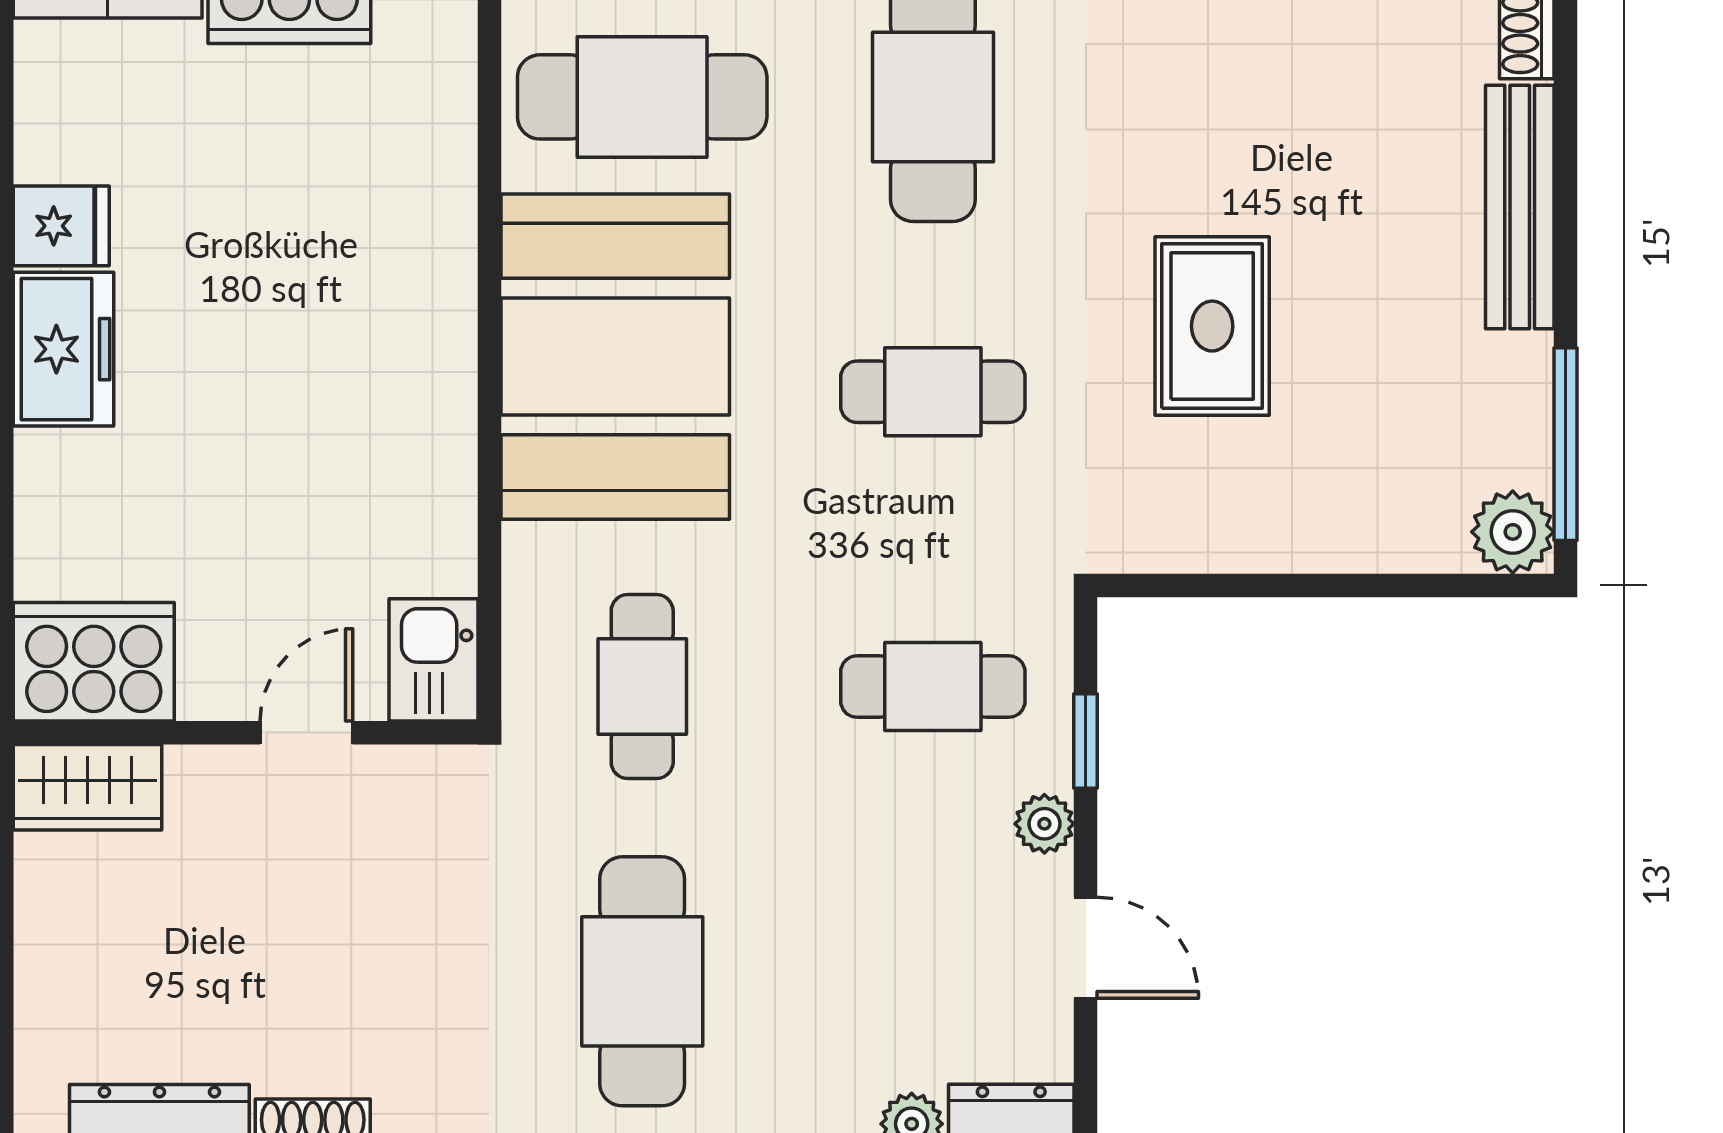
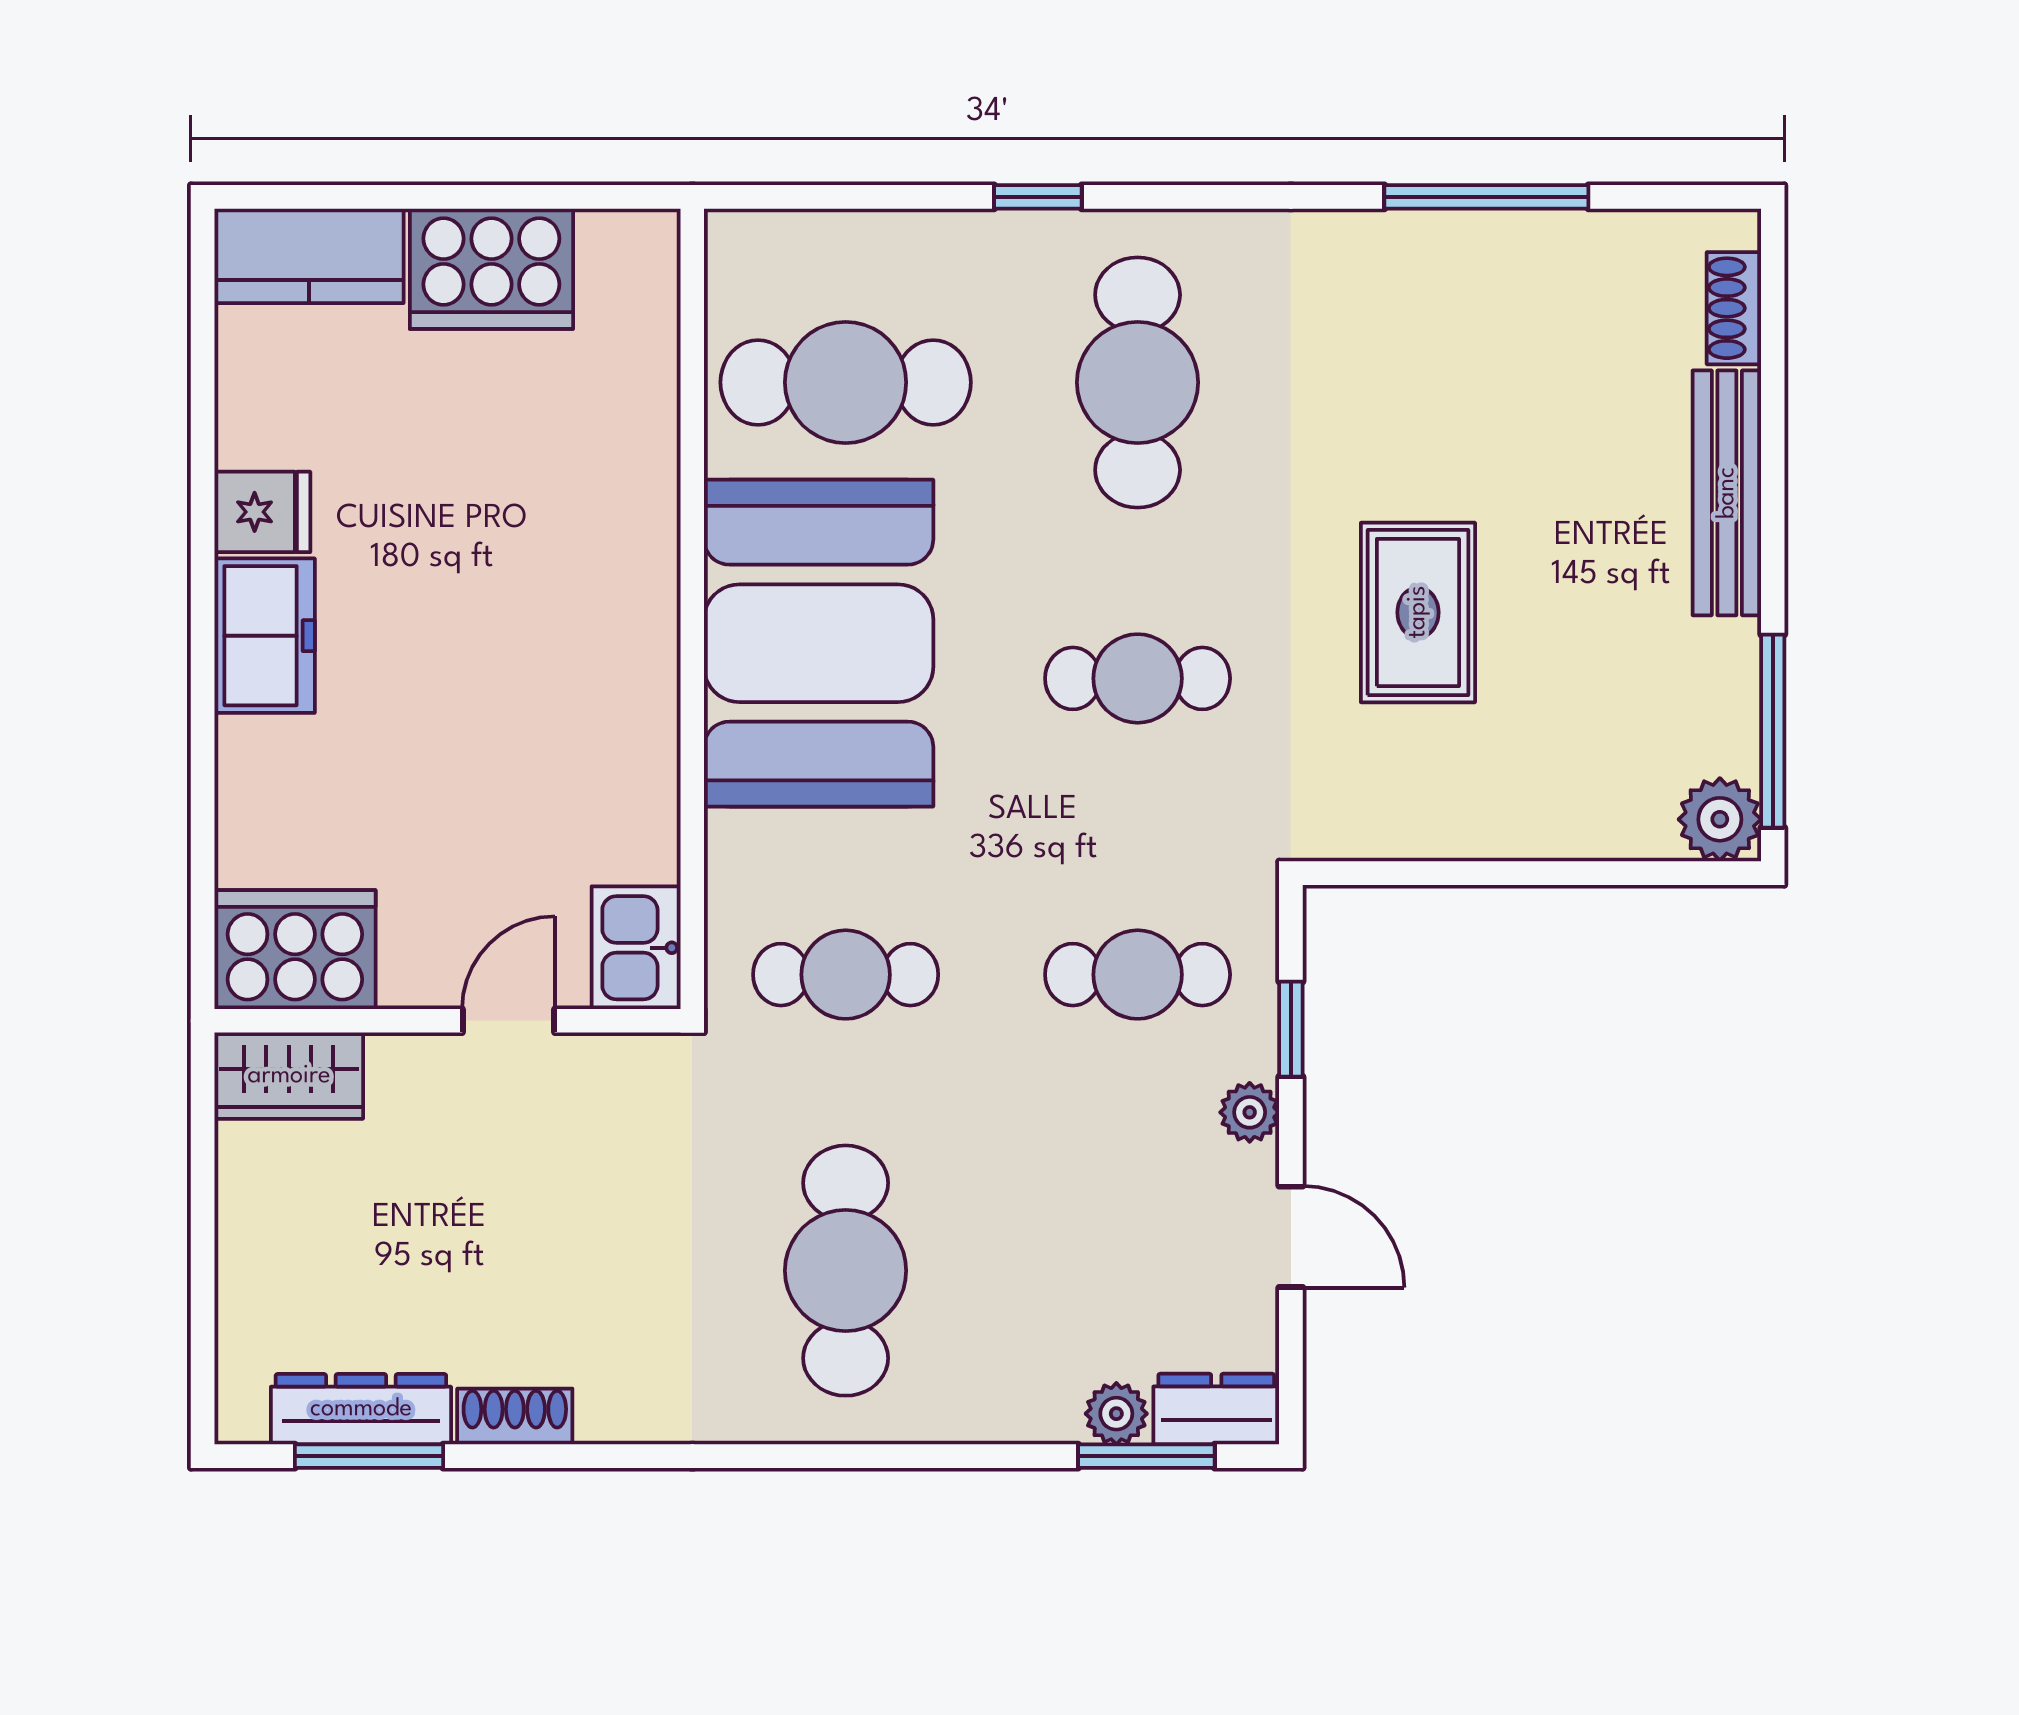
cafe table: (642, 687) -> (846, 975), turned 90

